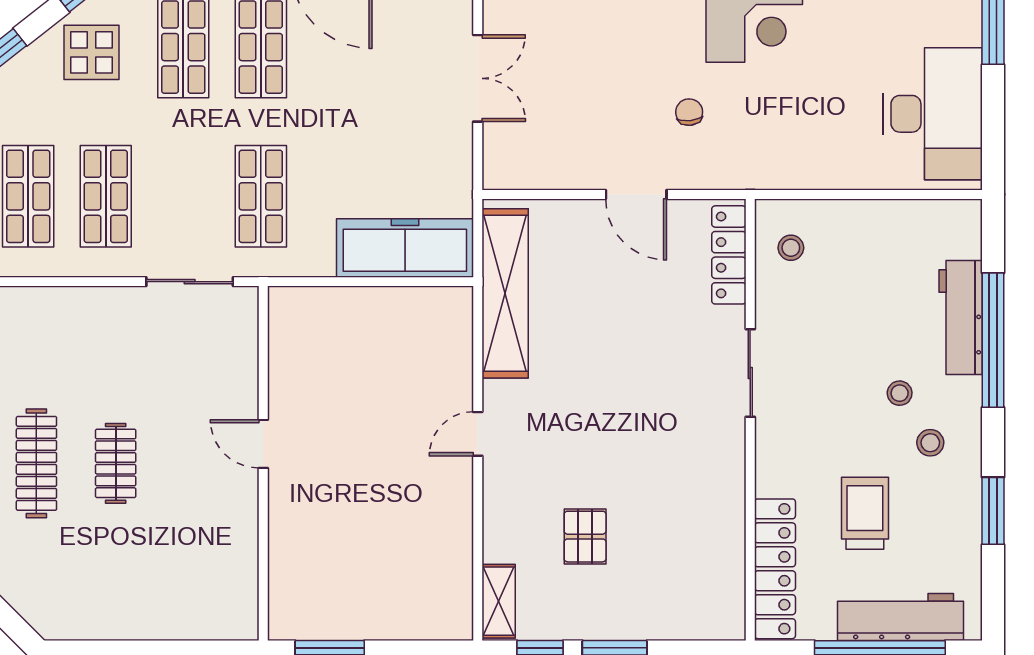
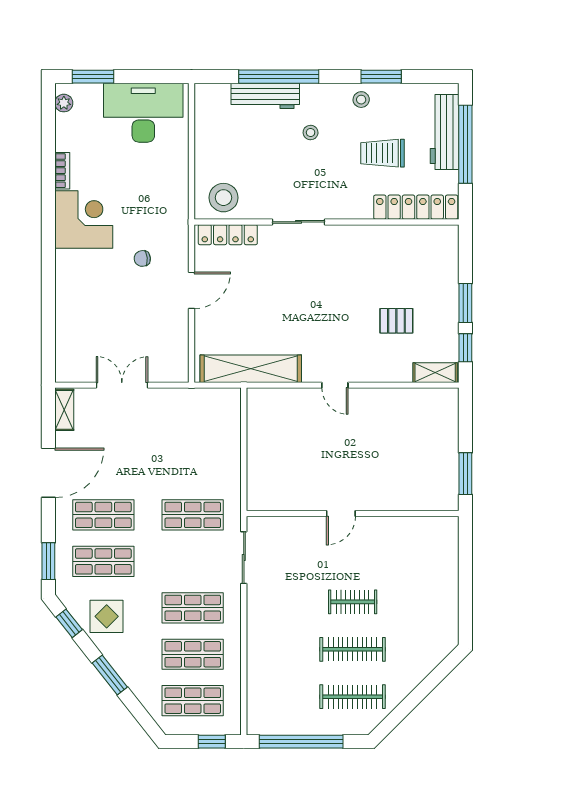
freezer: (405, 248) -> (224, 429), removed
stool: (791, 248) -> (223, 198), width x1.89, depth x1.89
stool: (930, 443) -> (361, 100), moved

